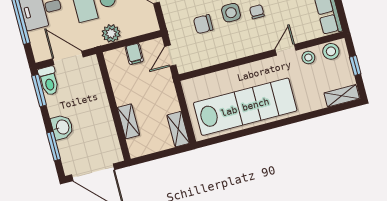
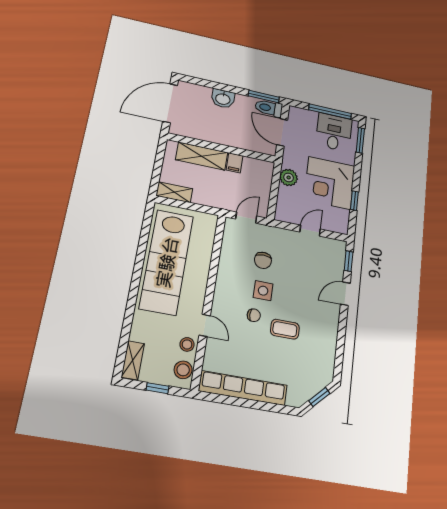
chair: (203, 24) -> (263, 260), turned 180
filing cabinet: (134, 54) -> (235, 163), moved, turned -90
door: (170, 56) -> (246, 218), hinge flipped
door: (68, 58) -> (282, 132), swing flipped
shelving: (128, 121) -> (202, 156), width x1.50, depth x1.33
window: (54, 146) -> (209, 84), removed

